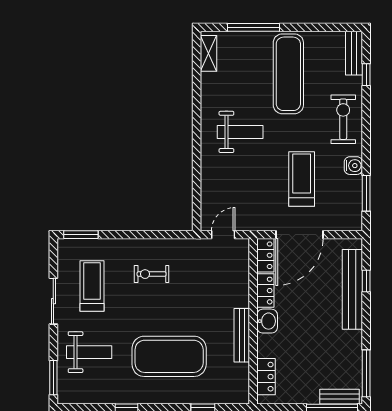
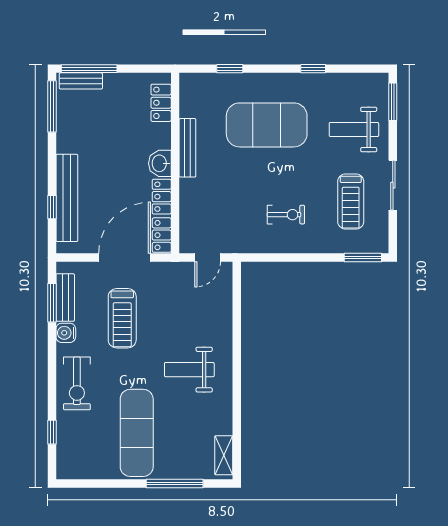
bench: (354, 53) -> (65, 298), moved

